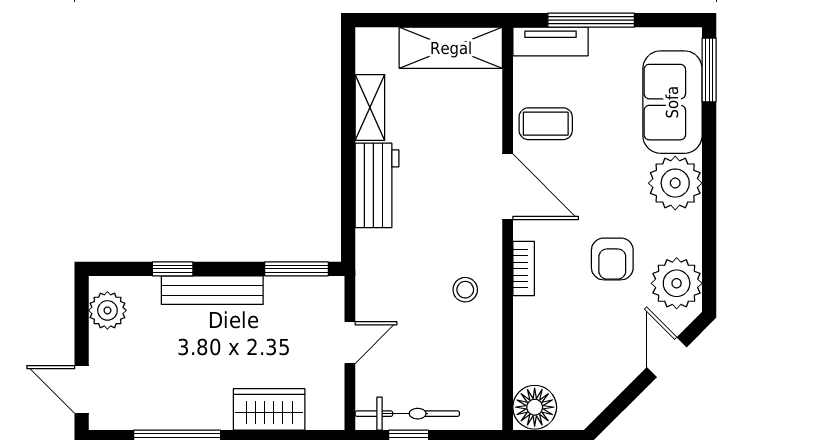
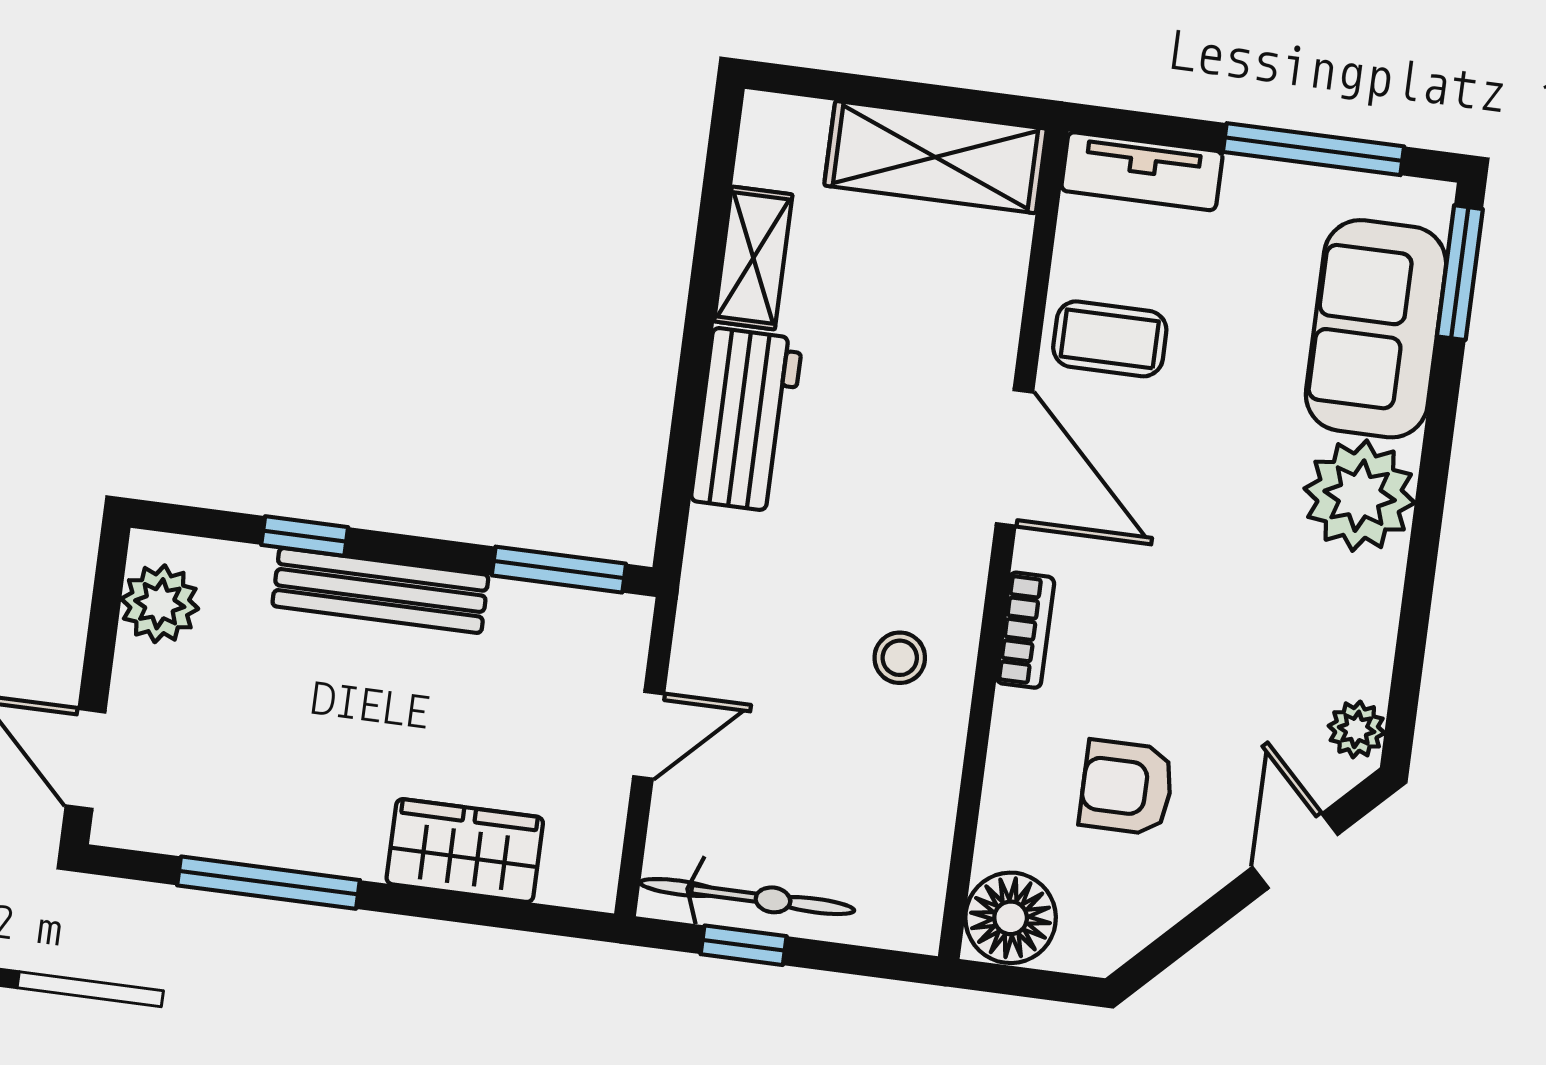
window: (591, 20) -> (1314, 149), moved
armchair: (612, 259) -> (1127, 787), moved, turned 90
plant: (677, 283) -> (1357, 729), width x0.53, depth x0.53

